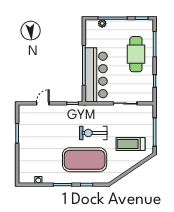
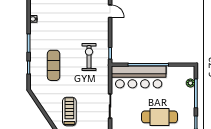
door: (43, 103) -> (110, 11), moved
exercise bike: (93, 133) -> (89, 57), moved
exercise mat: (85, 160) -> (54, 65), width x0.50, depth x0.69

